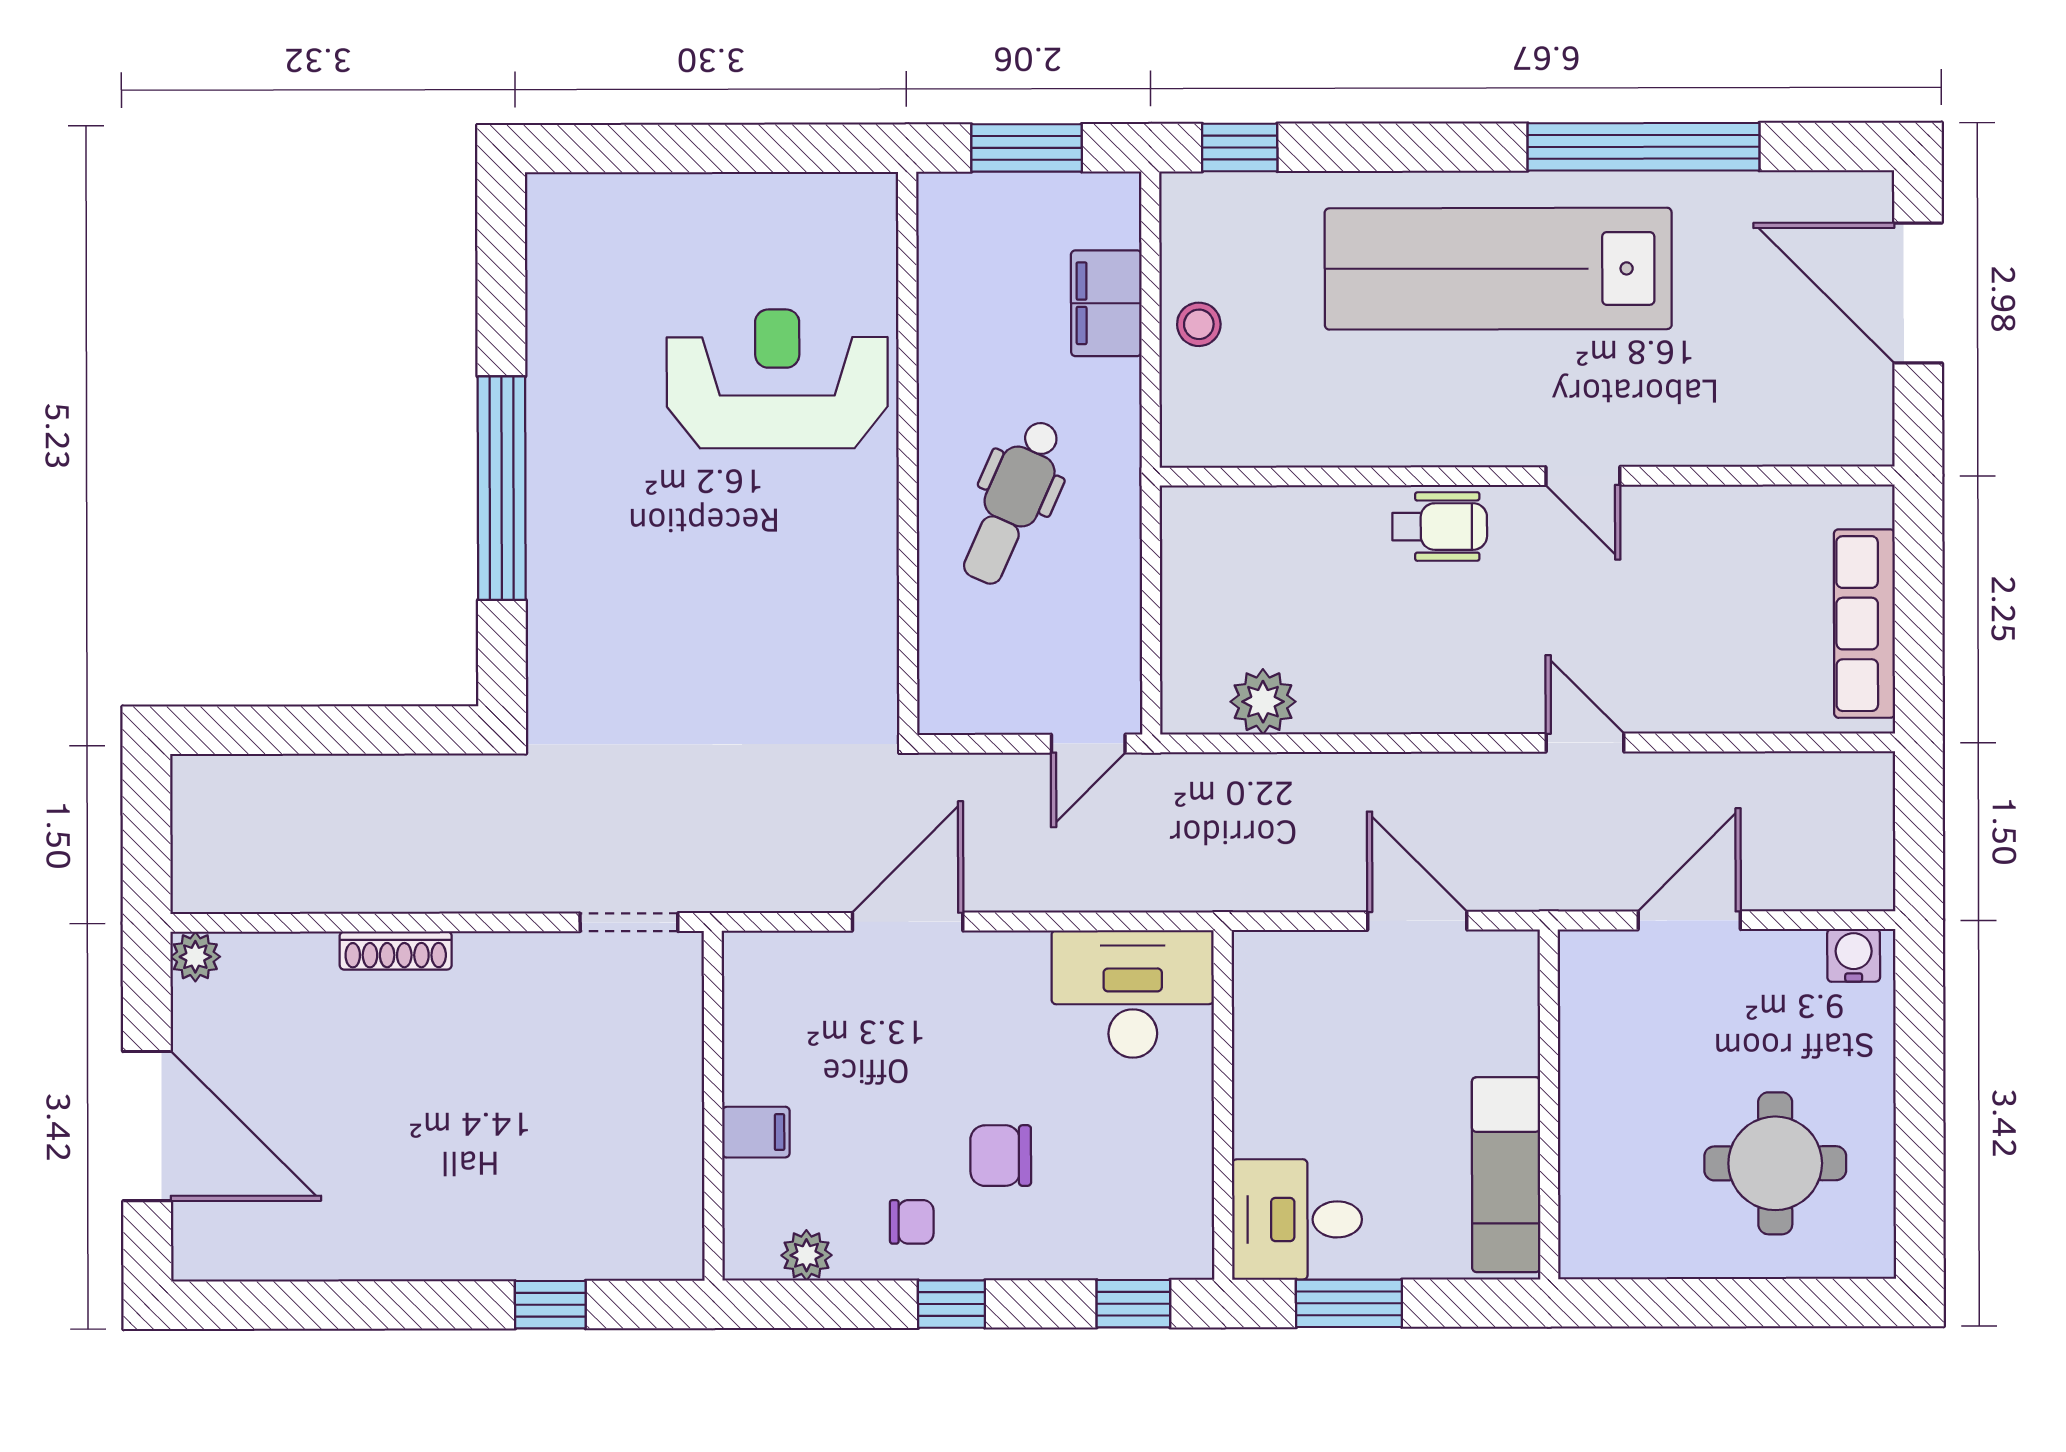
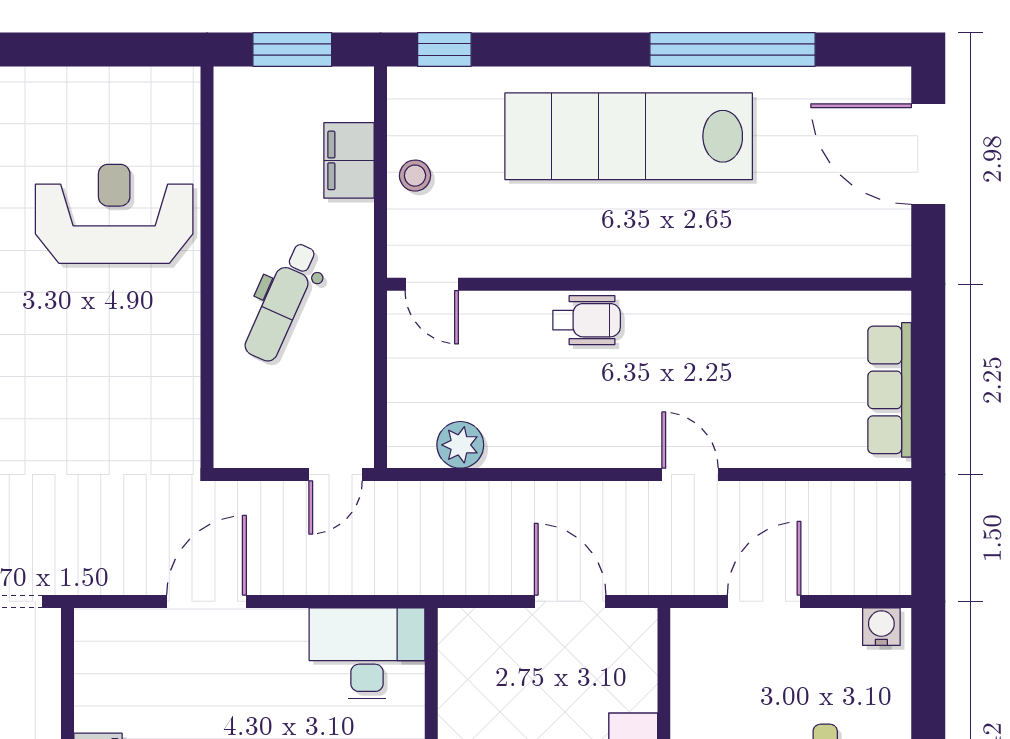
door: (1583, 476) -> (432, 284), moved

